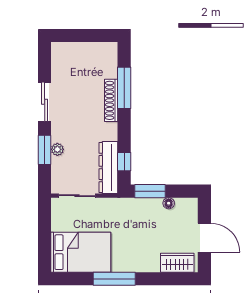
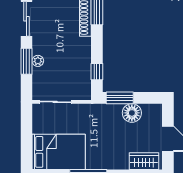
dresser: (108, 168) -> (83, 77), removed
floor lamp: (169, 203) -> (132, 113), width x1.89, depth x1.89

